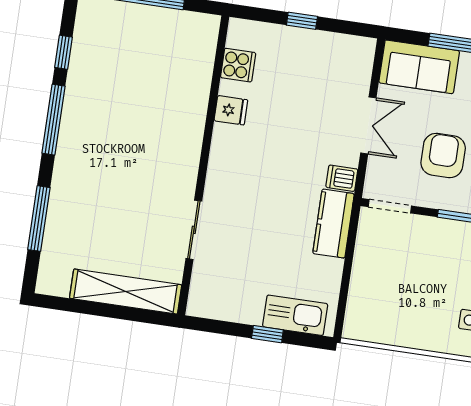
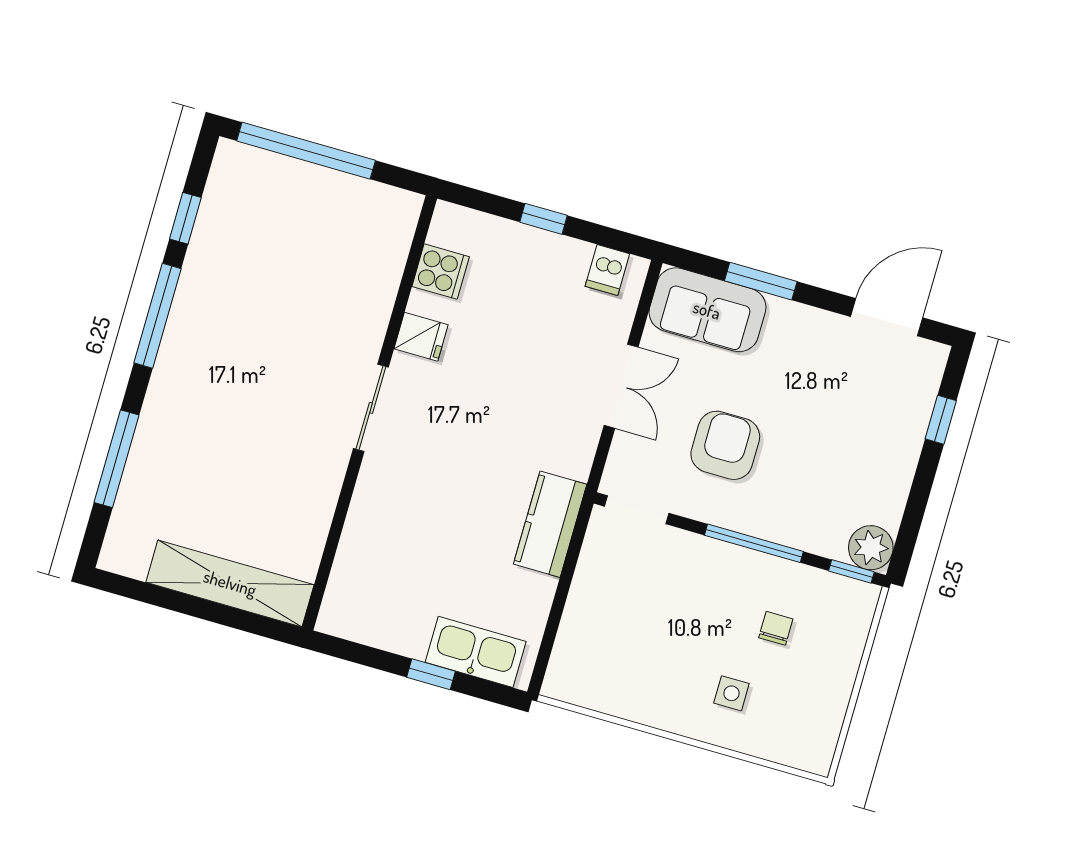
dishwasher: (342, 178) -> (607, 270), moved, turned -90
sliding door: (194, 230) -> (371, 408), moved

